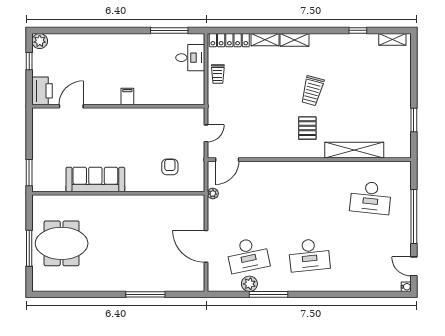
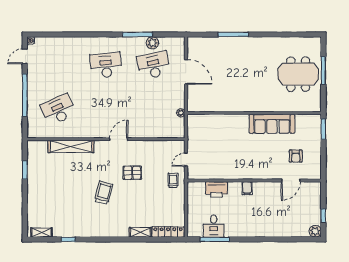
shelving: (294, 40) -> (117, 232), removed
desk: (190, 58) -> (214, 226), moved, turned -90
trolley: (218, 74) -> (173, 180), moved
printer: (42, 91) -> (216, 189), moved, turned -90
pallet: (307, 128) -> (132, 173), moved, turned 90
door: (227, 160) -> (119, 139), moved
armchair: (170, 167) -> (296, 156), moved
desk: (371, 198) -> (58, 110), turned -30
door: (414, 266) -> (25, 56), swing flipped

